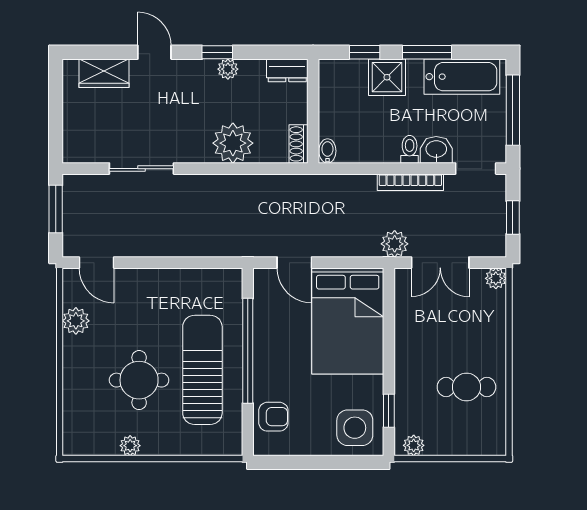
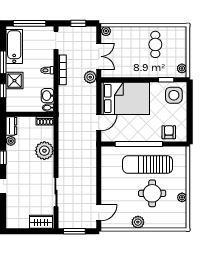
plant: (228, 69) -> (11, 141), moved
wardrobe: (104, 73) -> (41, 222), moved, turned -90
washbasin: (436, 150) -> (47, 96), moved
plant: (76, 321) -> (138, 222), moved

